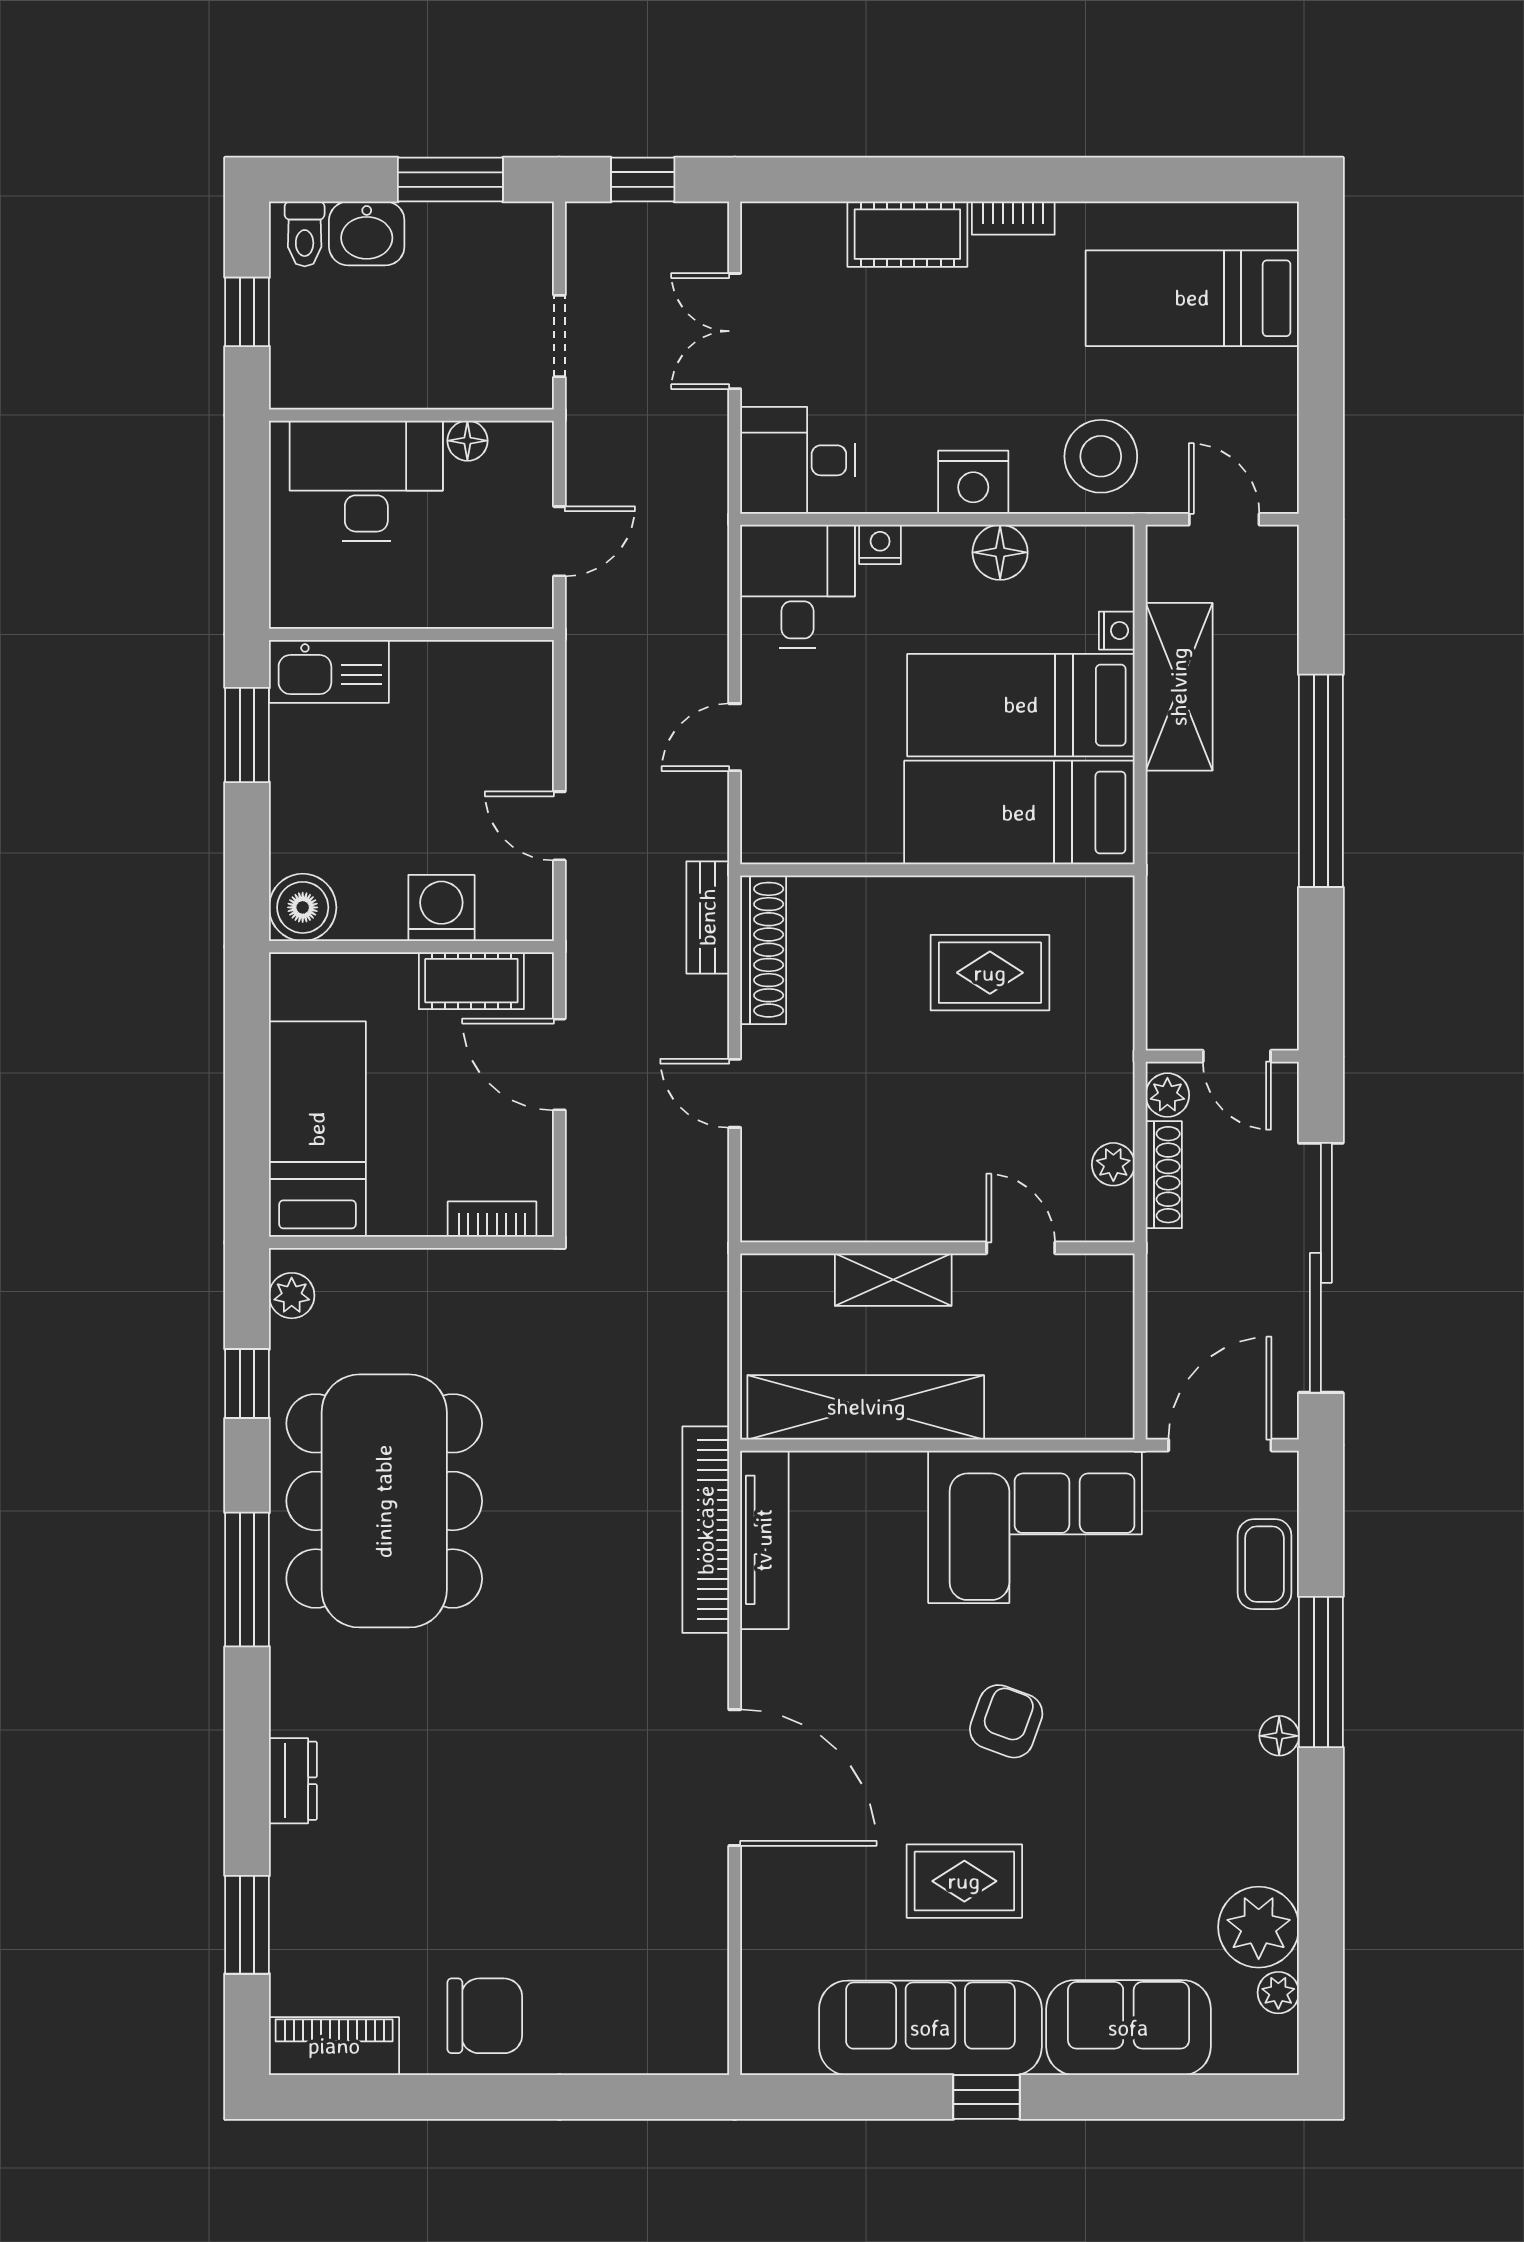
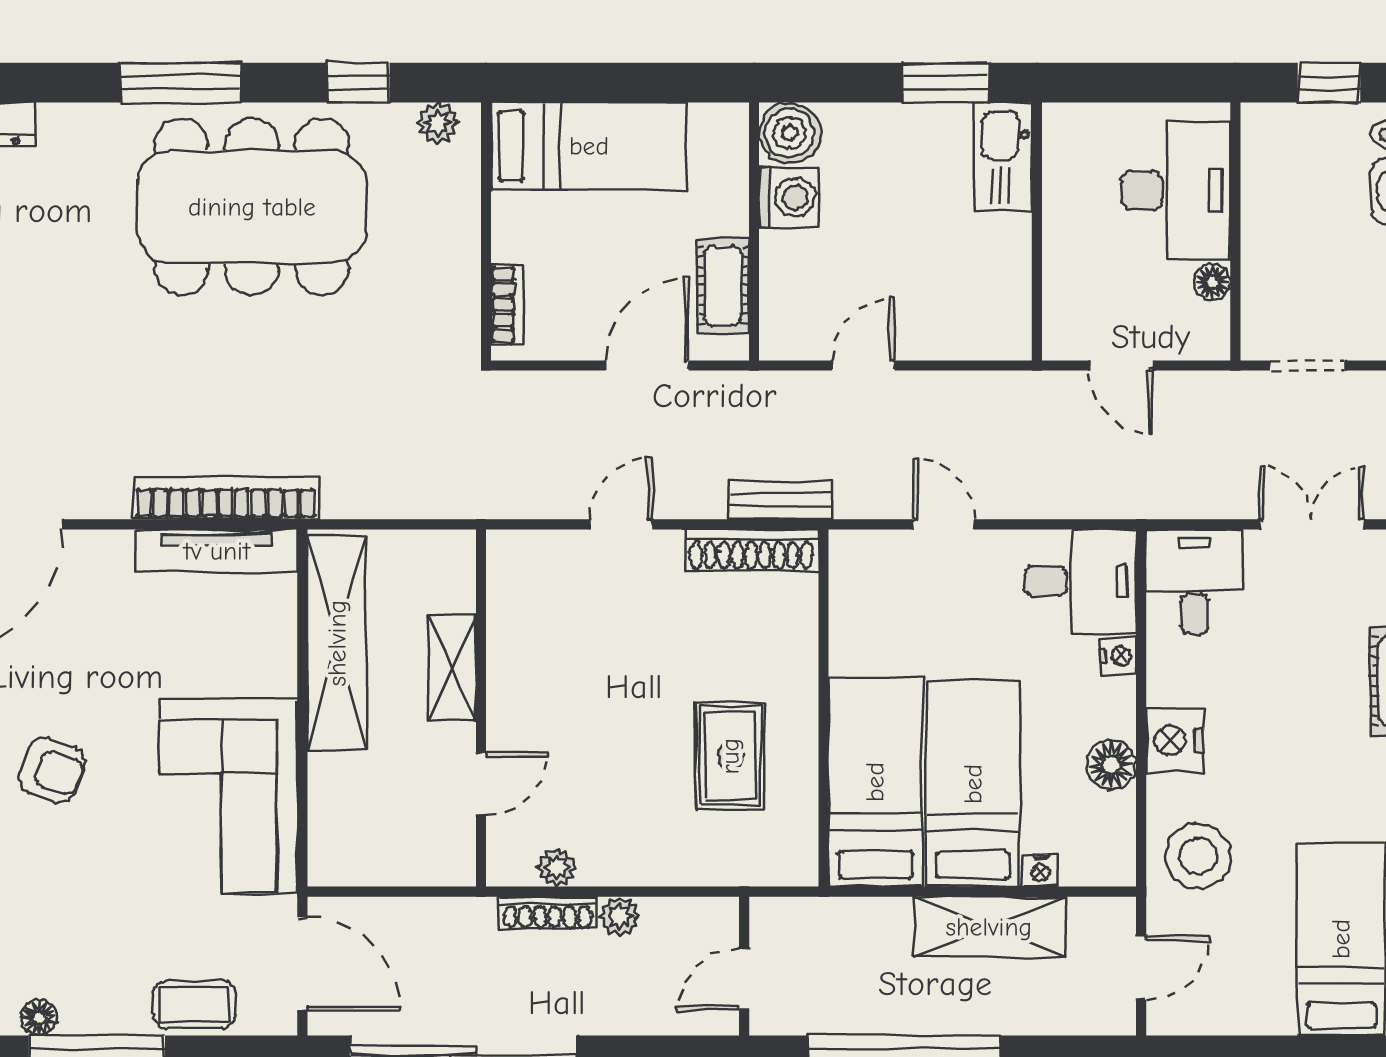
washing machine: (441, 908) -> (789, 197), moved
wall: (1222, 1056) -> (744, 966), moved
door: (1237, 1056) -> (744, 979), moved

